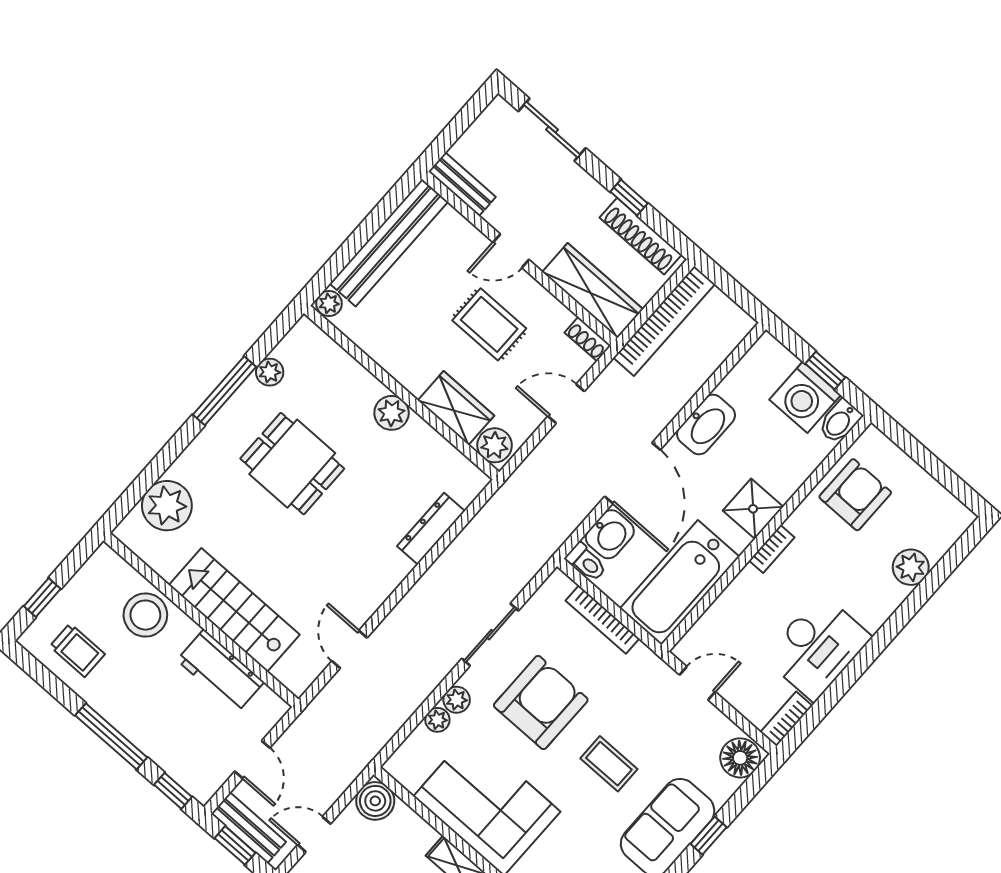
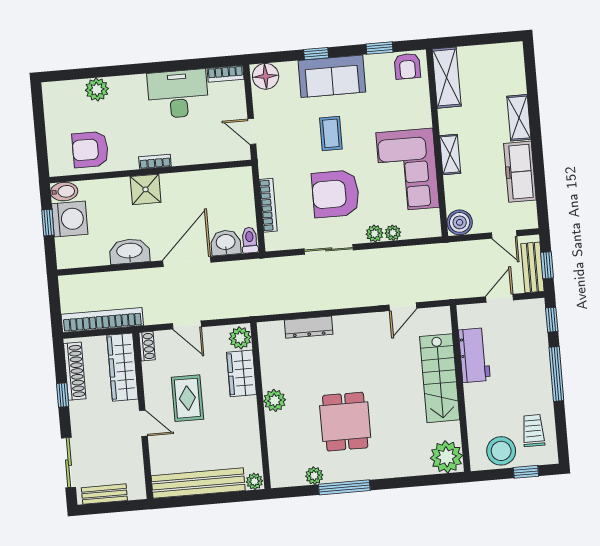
bench: (462, 184) -> (104, 494), moved, turned 90
plant: (167, 506) -> (446, 457), moved
bathtub: (680, 583) -> (214, 188), removed
stool: (145, 615) -> (501, 451), moved

